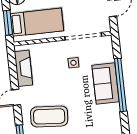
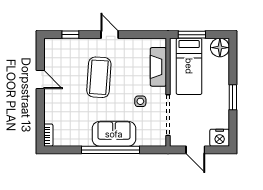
fireplace: (23, 68) -> (158, 67), moved, turned 90
coffee table: (49, 116) -> (99, 77), moved

